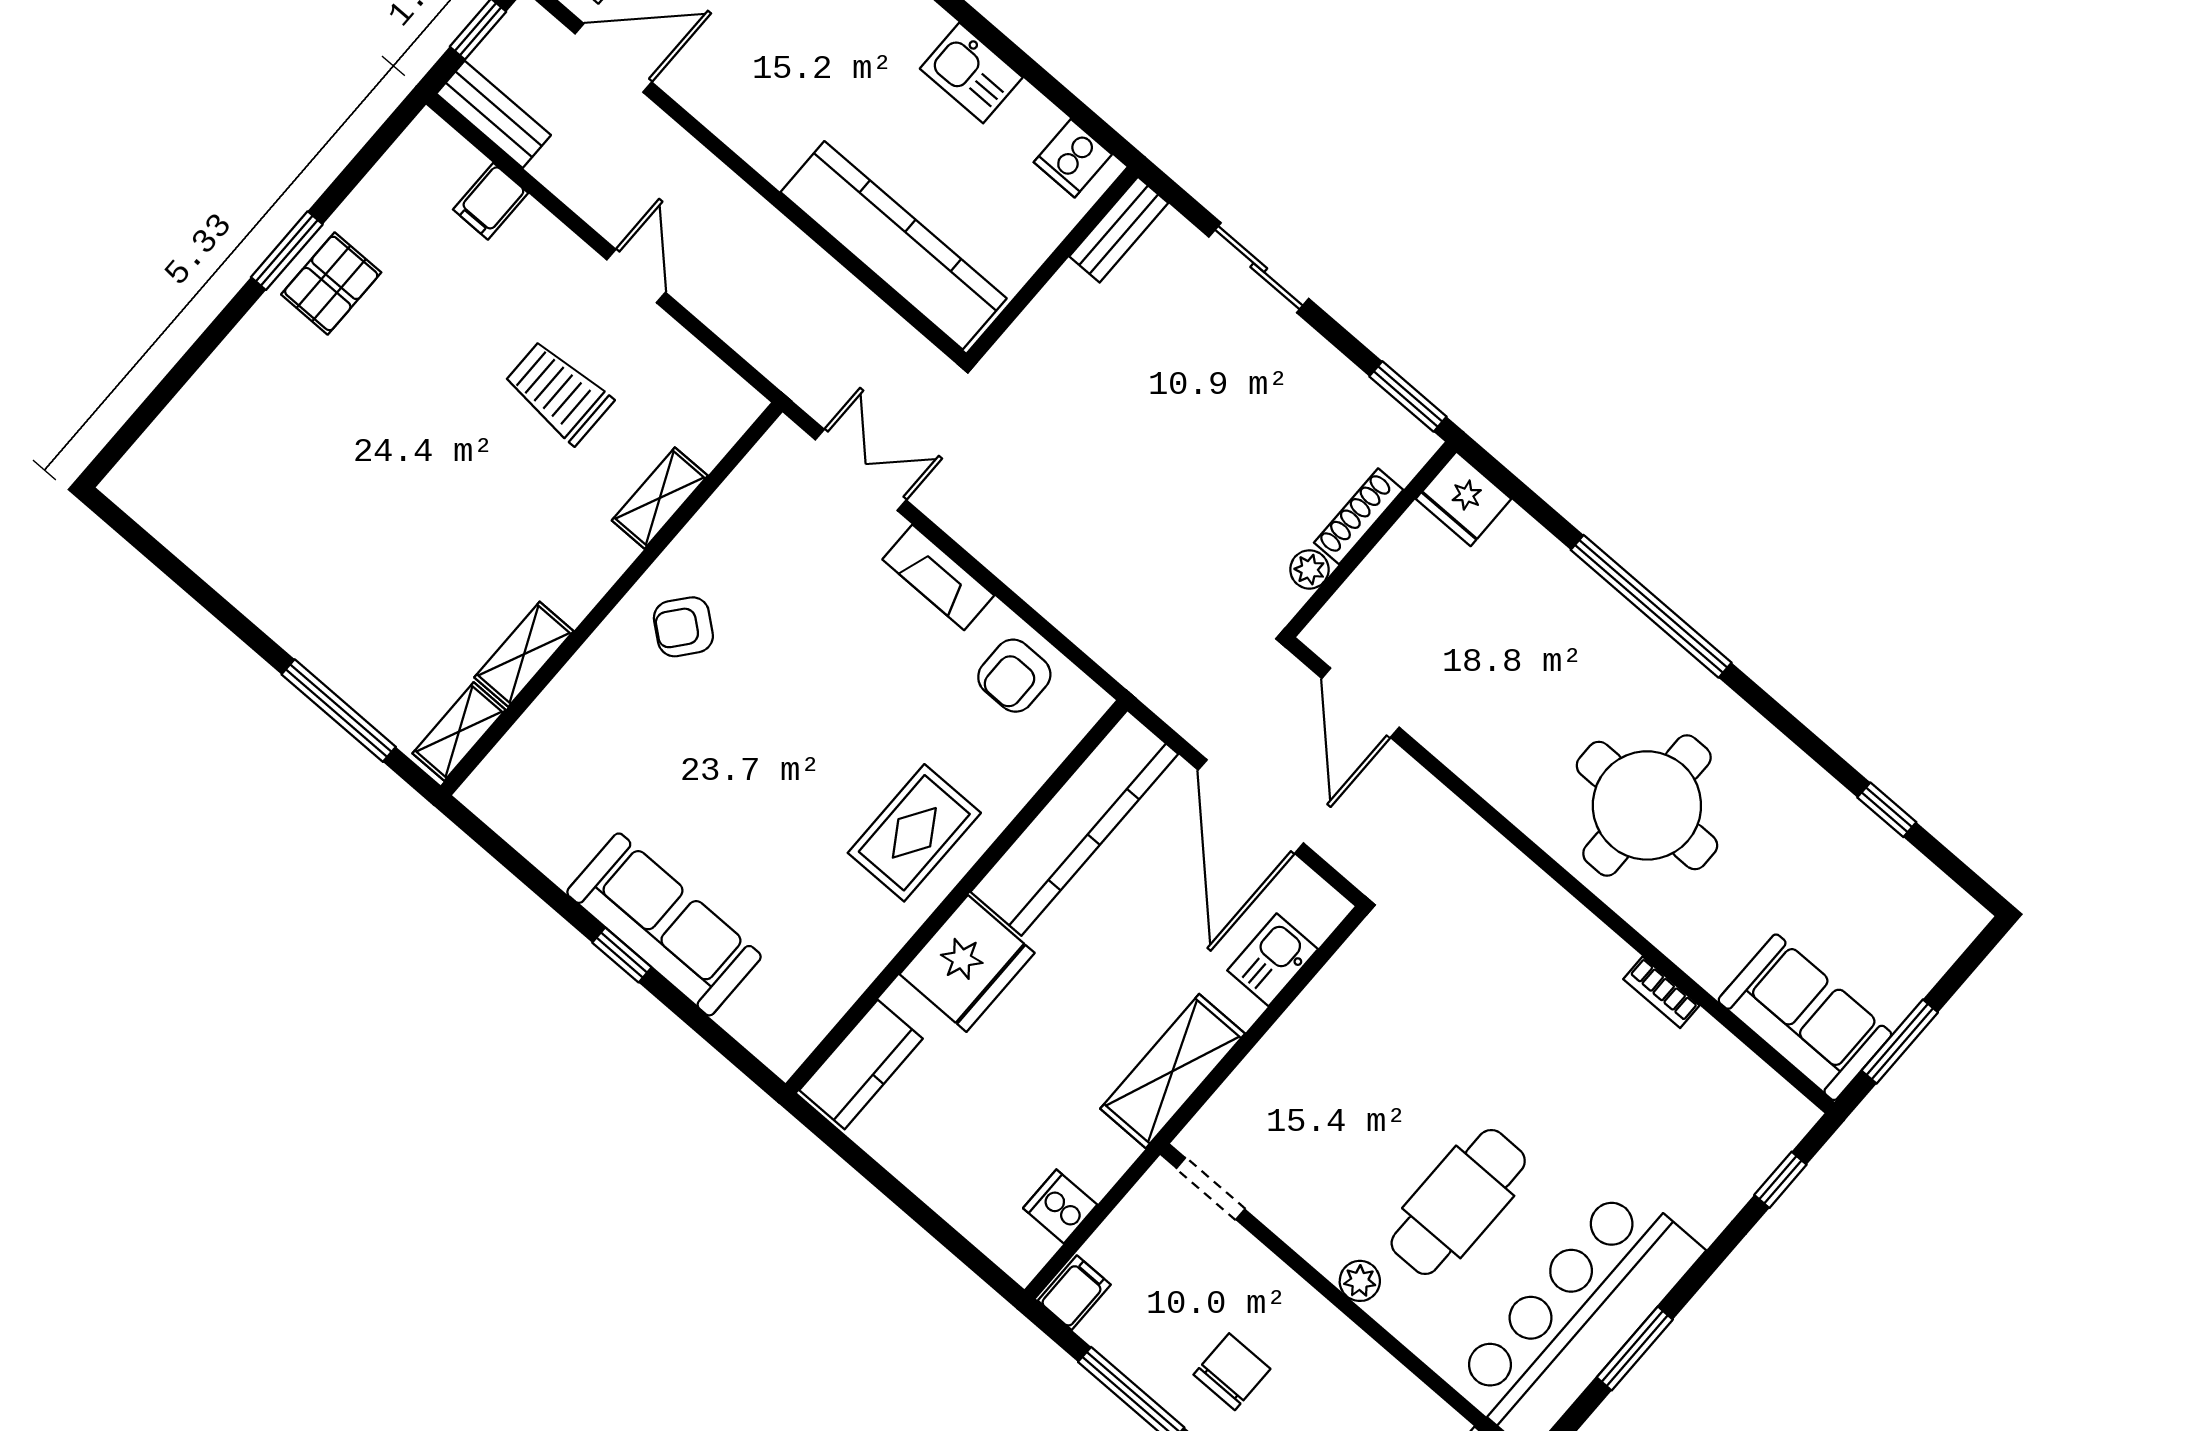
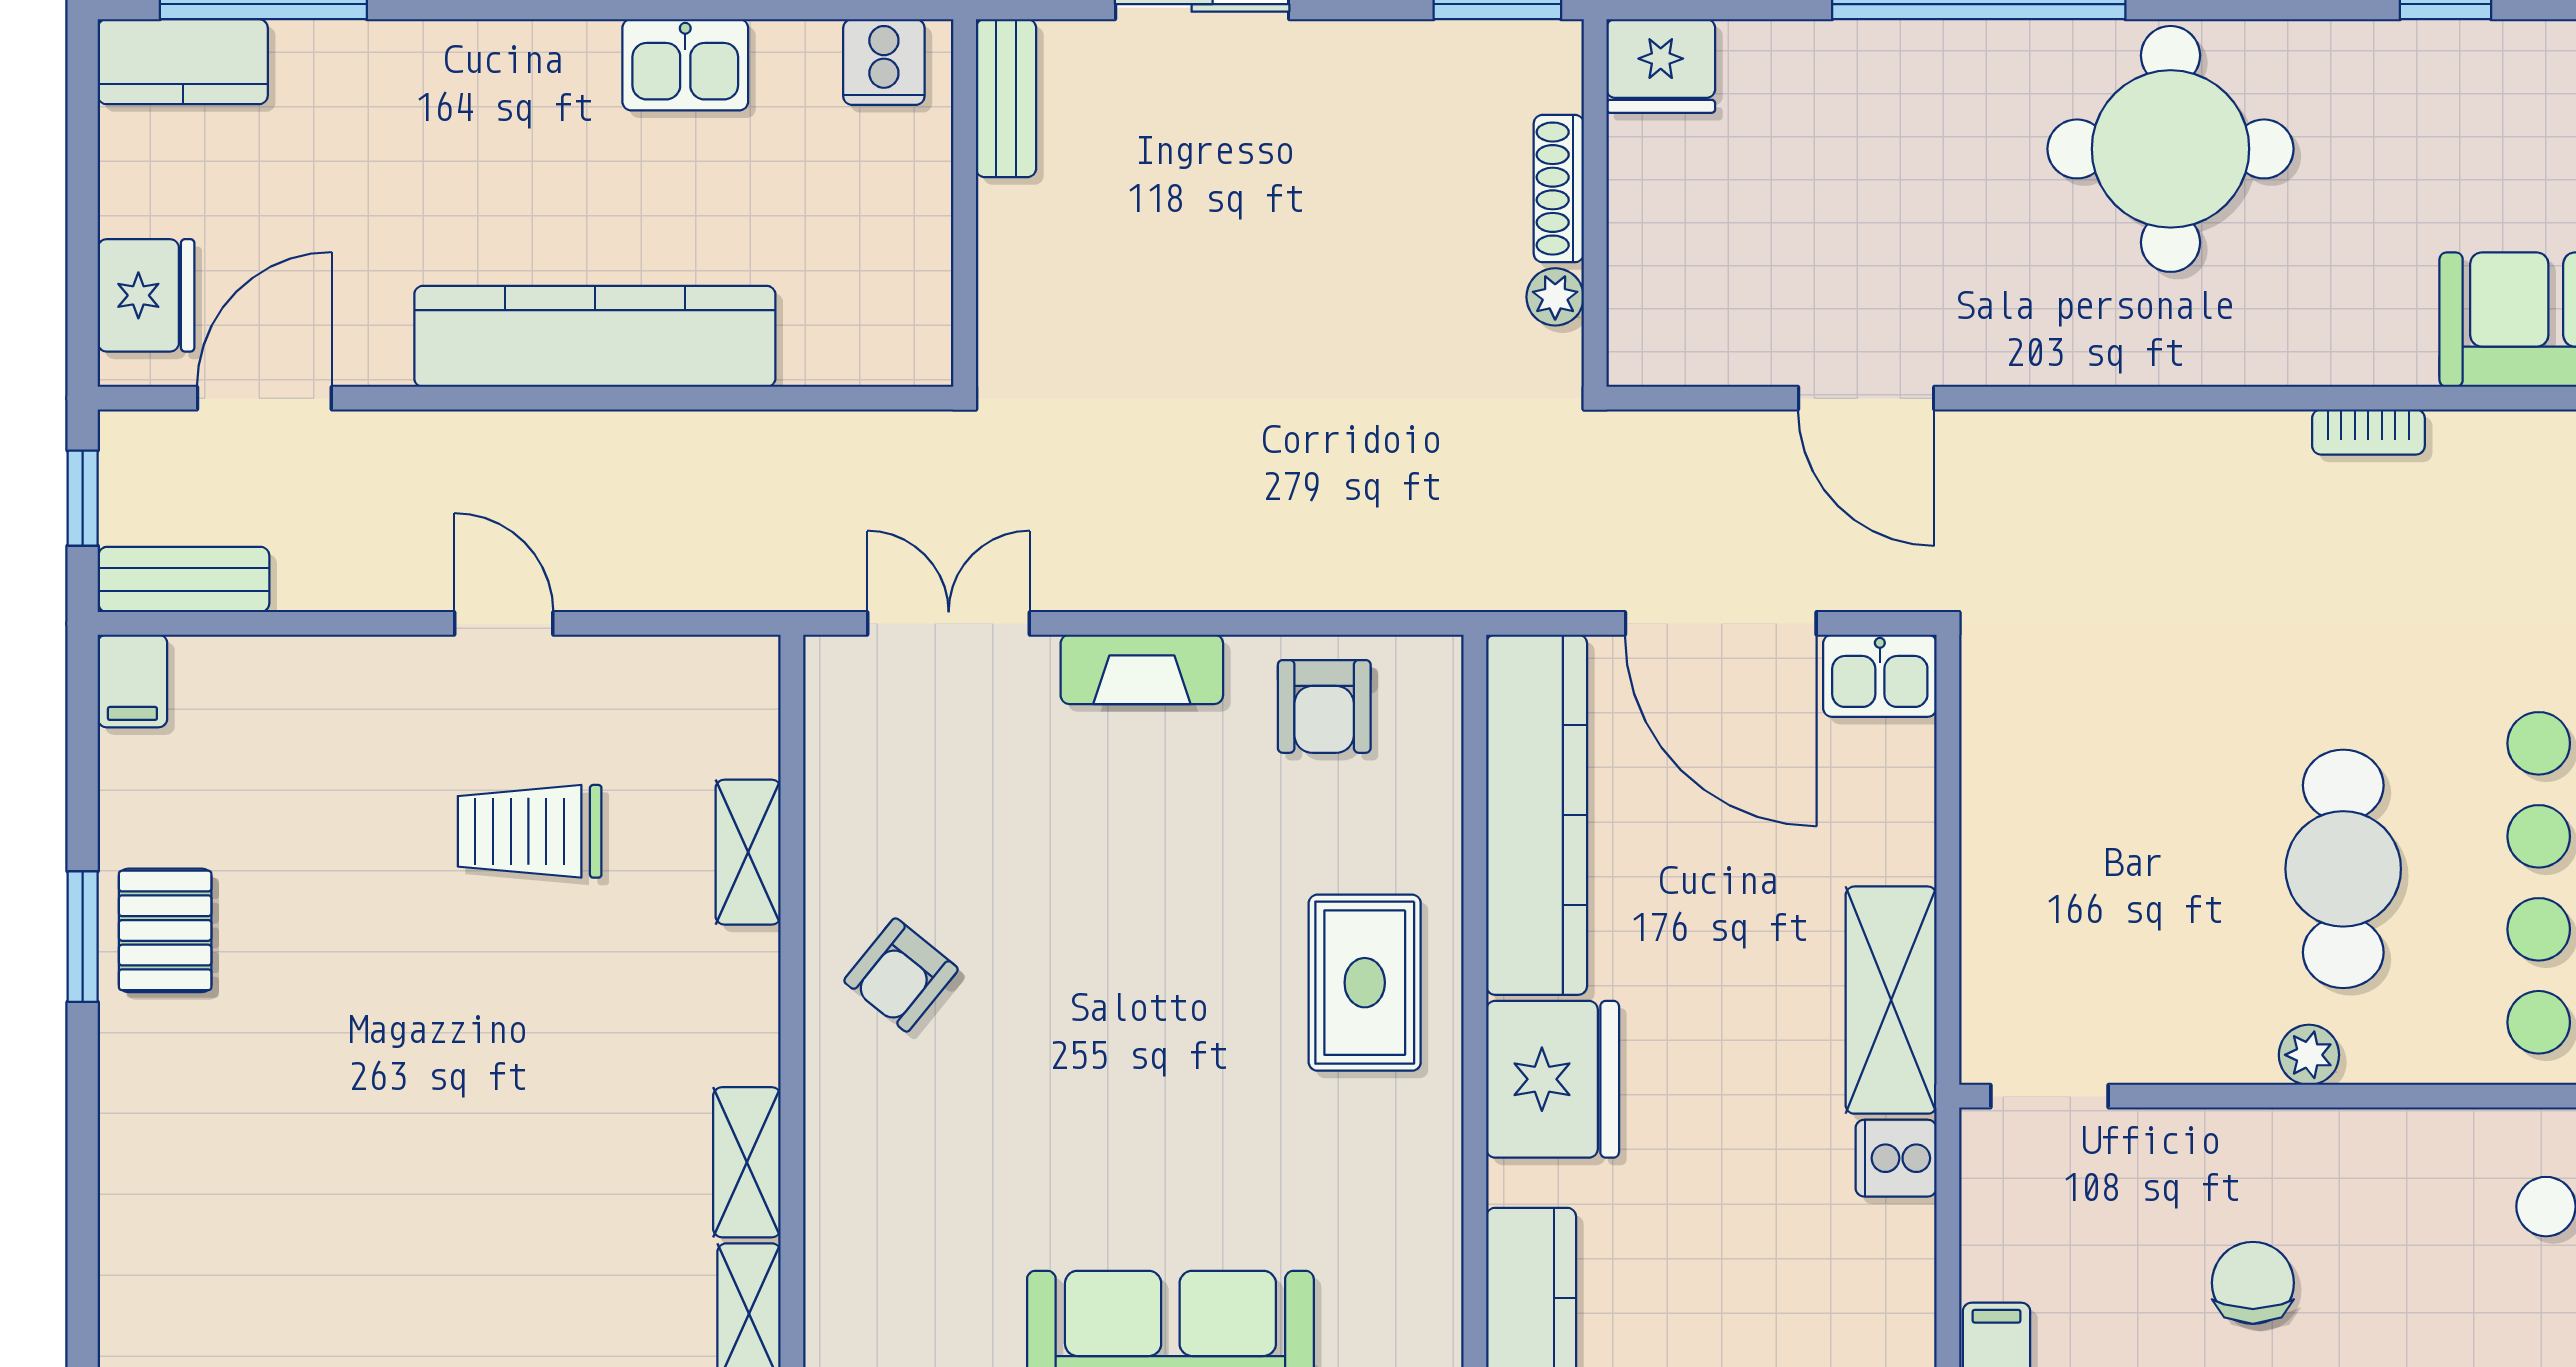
filing cabinet: (491, 201) -> (132, 681), moved
kitchen counter: (894, 245) -> (595, 336), moved
door: (1361, 703) -> (1866, 398), moved
round table: (1647, 805) -> (2171, 149), moved
kitchen sink: (1273, 960) -> (1880, 676), moved, turned -90
cooker: (1060, 1206) -> (1896, 1158), moved

